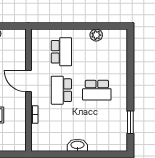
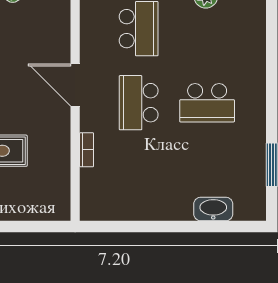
washbasin: (77, 145) -> (213, 209), moved

